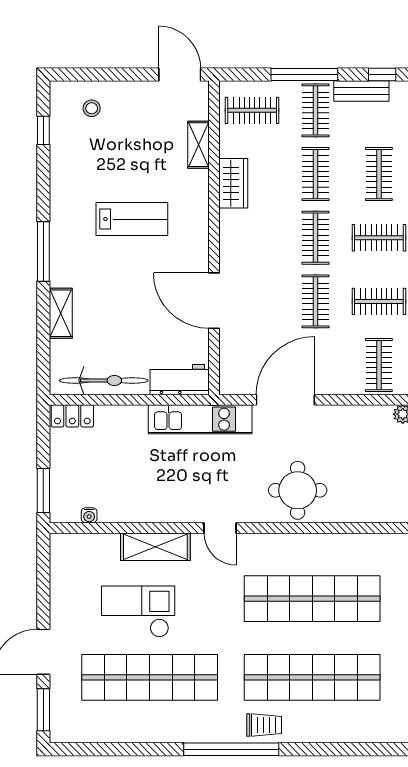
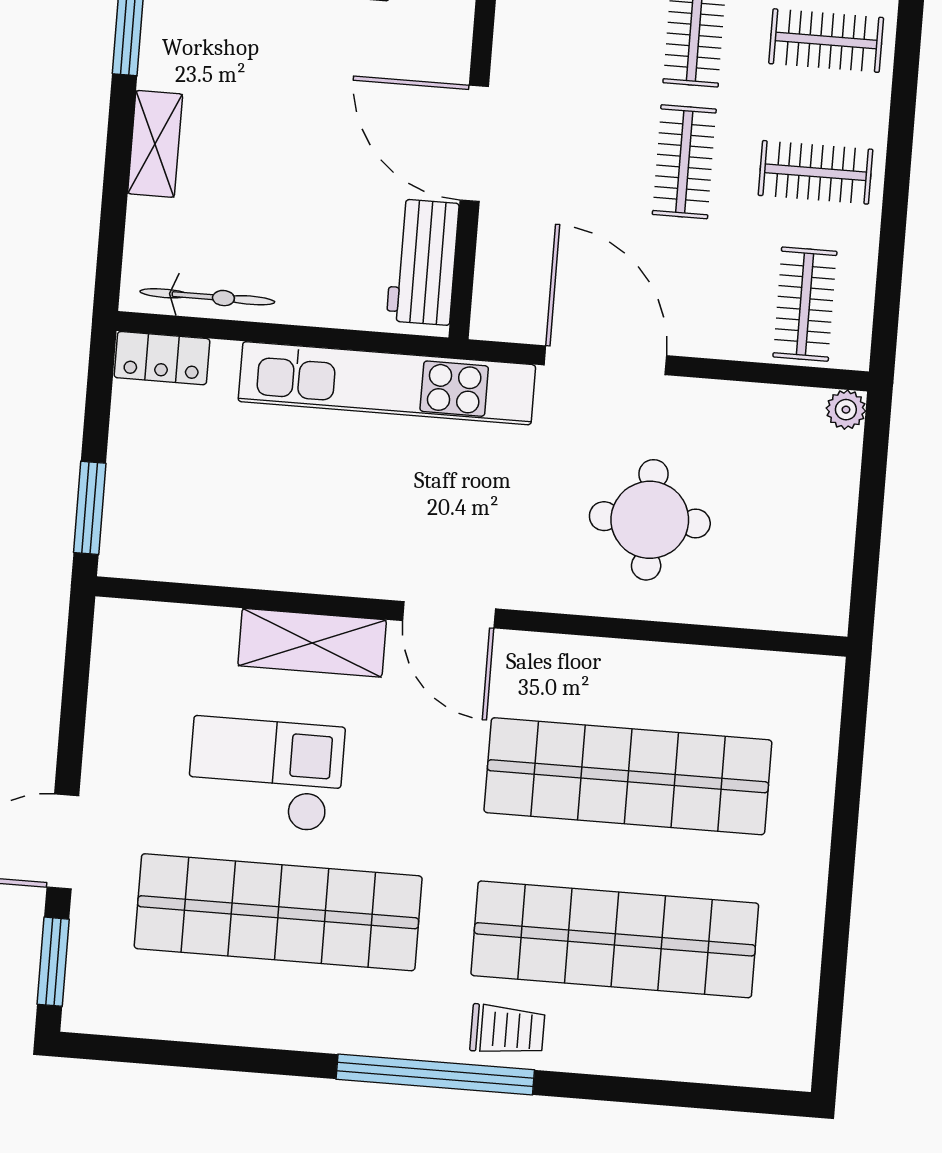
bicycle: (104, 380) -> (207, 297), width x0.73, depth x0.71
workbench: (180, 380) -> (423, 262), moved, turned -90
door: (285, 400) -> (605, 360), hinge flipped
kitchen unit: (200, 419) -> (387, 383), width x1.36
round table: (298, 490) -> (650, 520), moved
water cooler: (89, 515) -> (180, 567), removed
door: (220, 528) -> (449, 615), width x1.38

